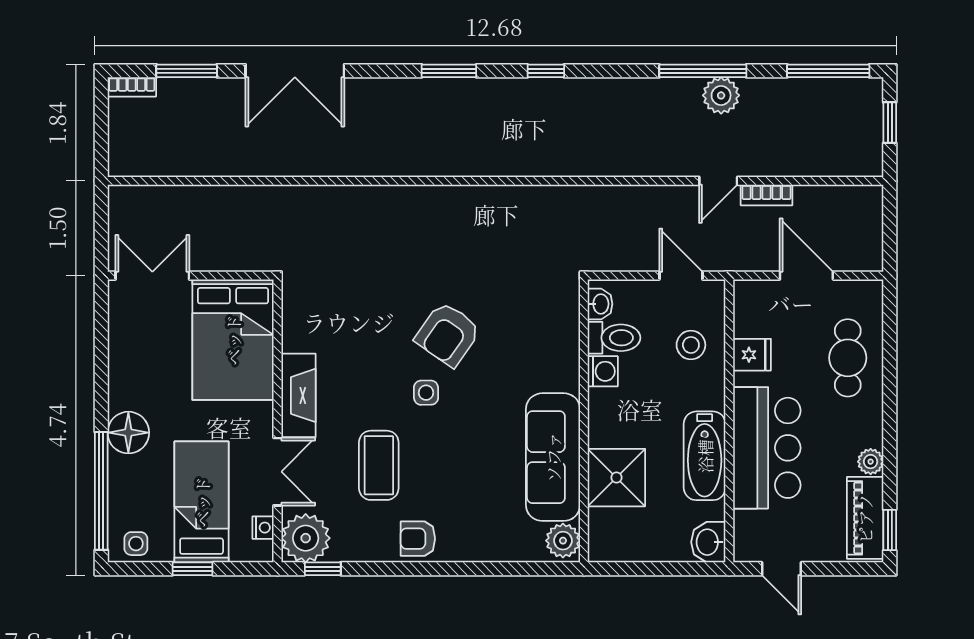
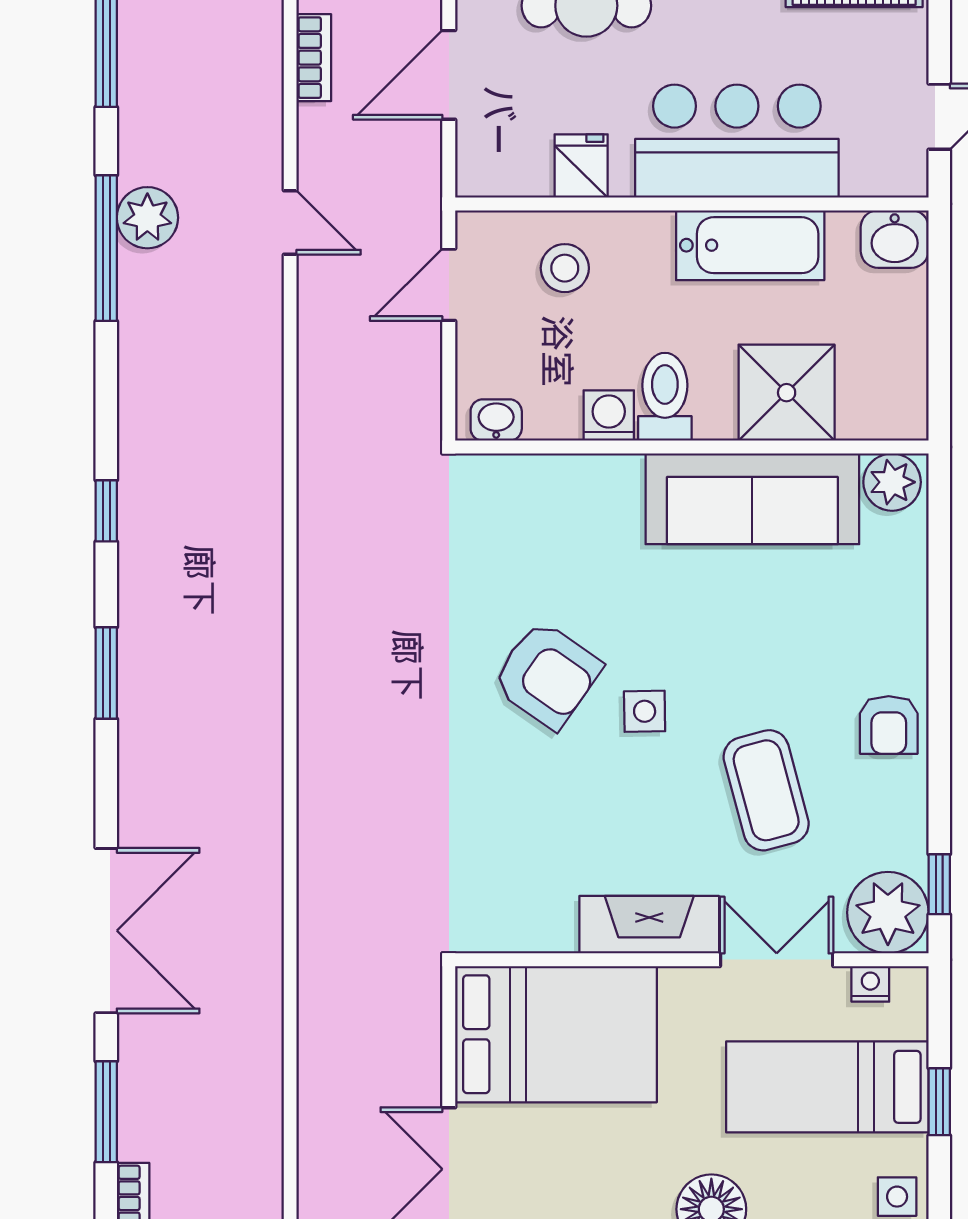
bookcase: (766, 195) -> (314, 58), moved
toilet: (614, 338) -> (665, 397), moved
coffee table: (379, 465) -> (766, 790), turned 75

